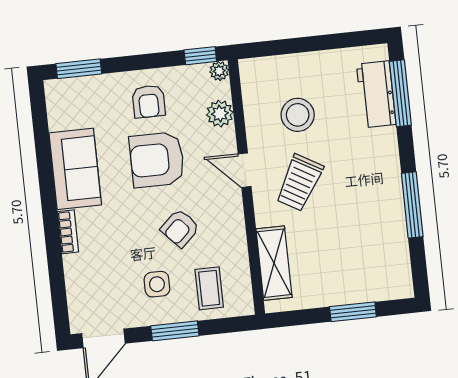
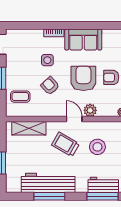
plant: (220, 114) -> (90, 110), moved
door: (245, 170) -> (74, 119), hinge flipped
workbench: (385, 211) -> (48, 183), added
side table: (157, 284) -> (47, 60), moved

